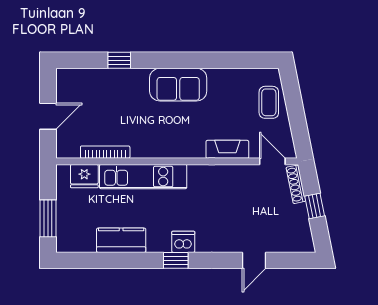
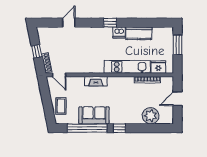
window: (119, 60) -> (119, 128), moved
window: (219, 60) -> (87, 128), added
plant: (99, 84) -> (151, 116), added
sofa: (178, 85) -> (94, 115), moved
fireplace: (227, 149) -> (96, 81), moved
dishwasher: (183, 242) -> (119, 32), moved

